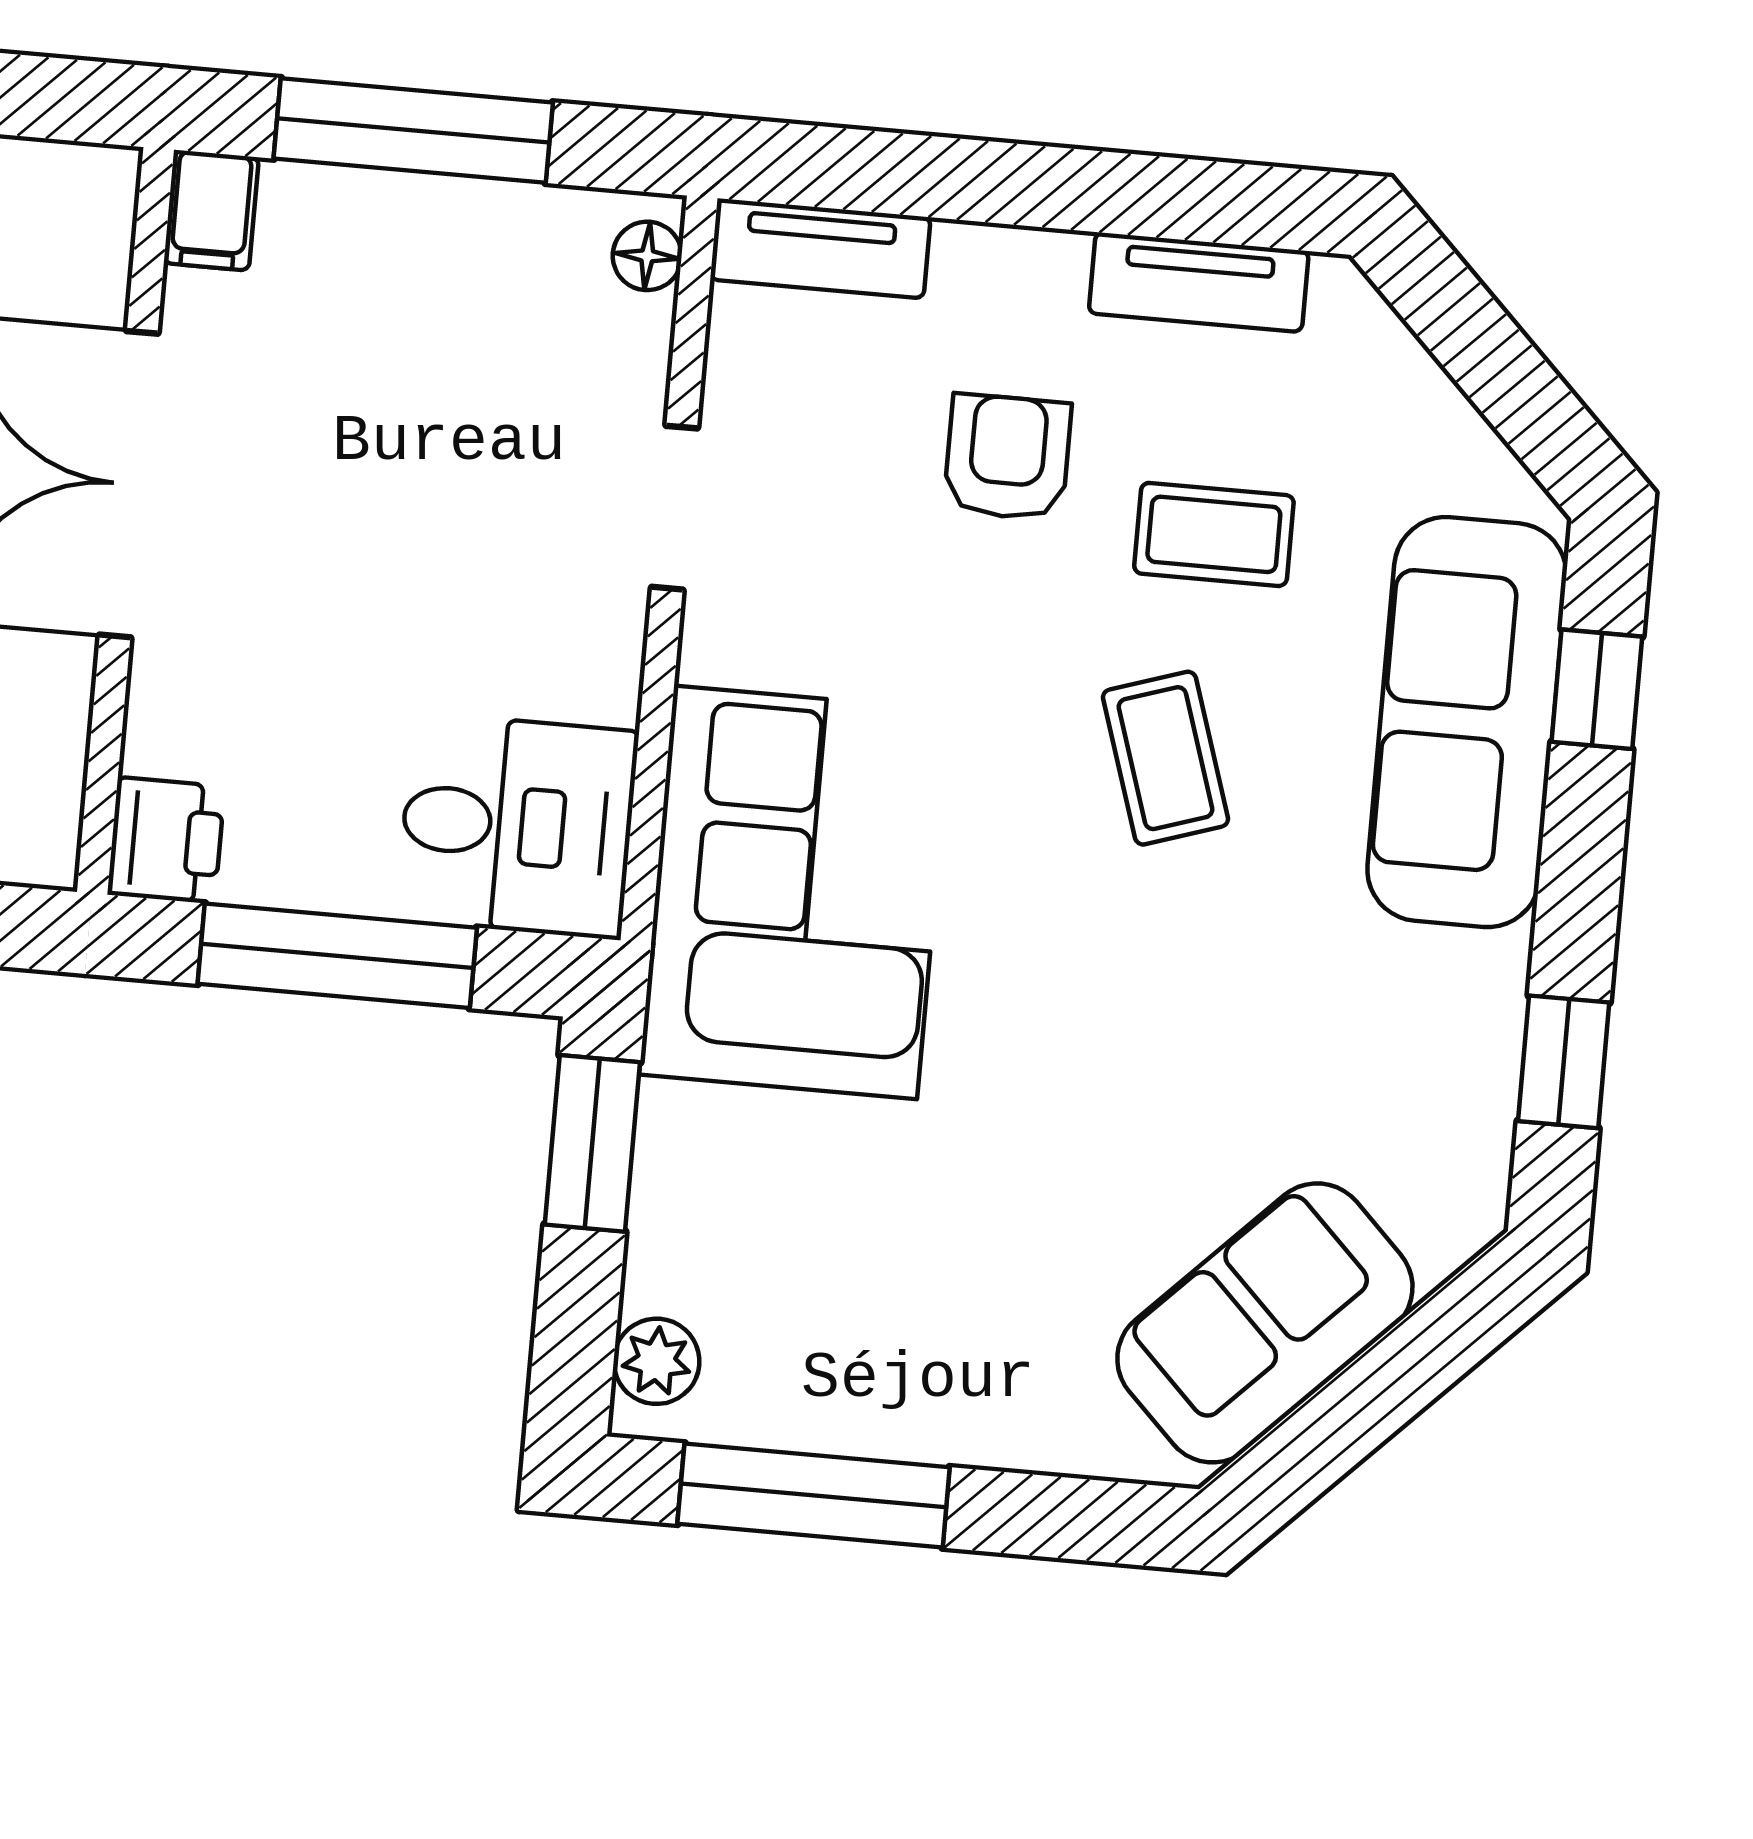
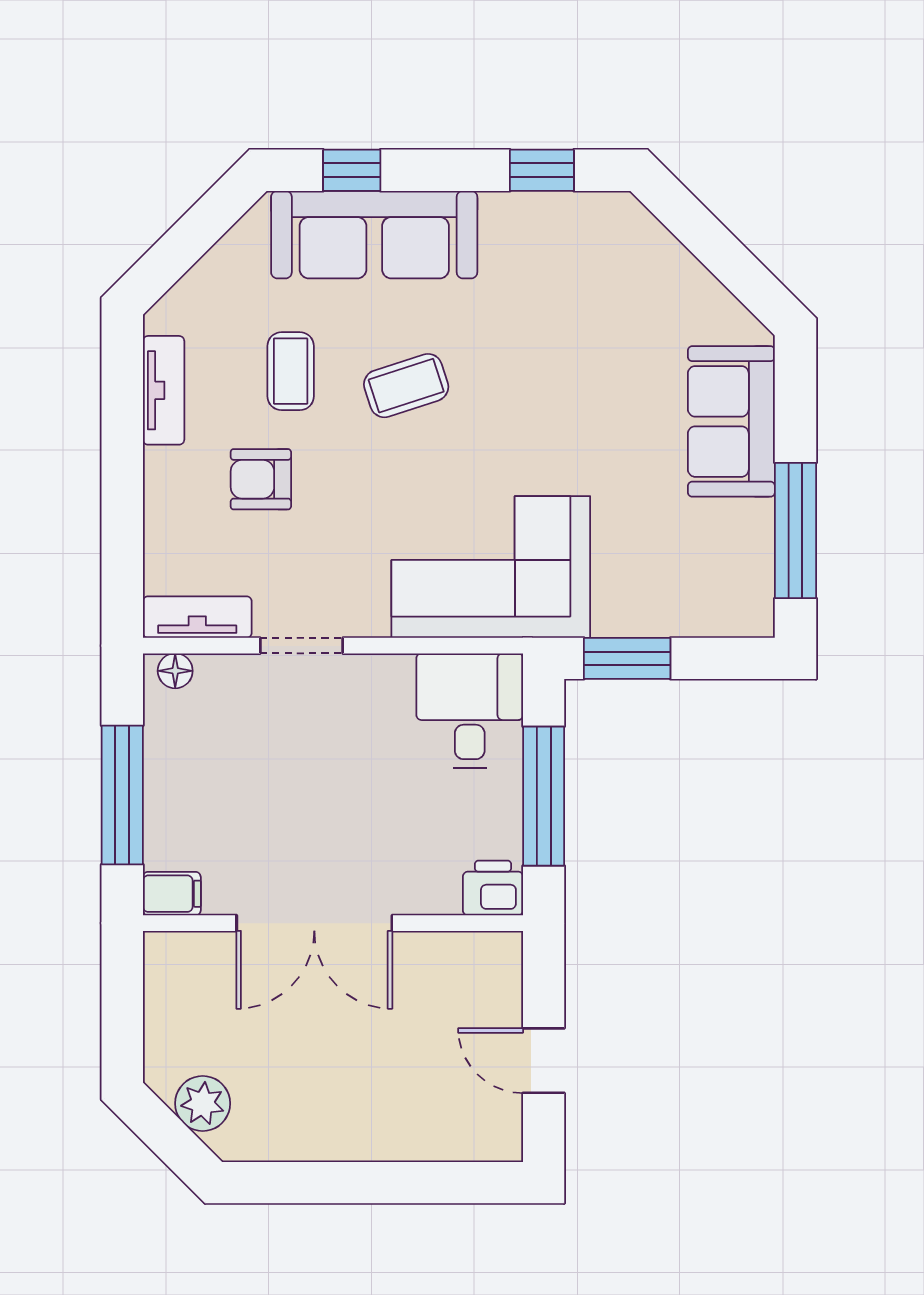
tv unit: (820, 248) -> (197, 617), moved, turned -90
sofa: (1265, 1323) -> (731, 421), moved, turned 45
plant: (657, 1361) -> (735, 616), removed

